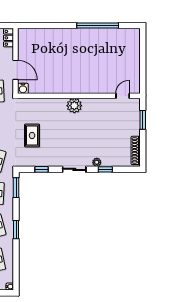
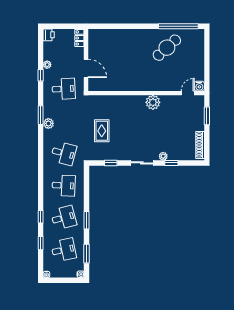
window: (98, 26) -> (178, 26), moved
cafe table: (101, 48) -> (167, 48), added
water cooler: (23, 88) -> (199, 86), moved
plant: (74, 106) -> (153, 102), moved
window: (16, 188) -> (87, 254), moved

